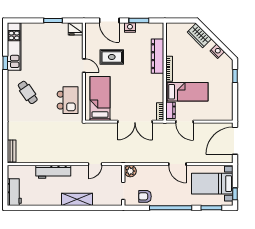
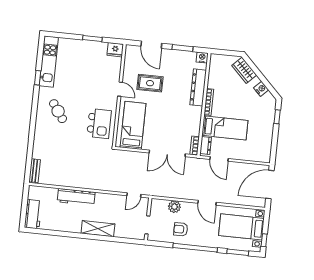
nightstand: (130, 28) -> (202, 57), moved
door: (95, 164) -> (134, 195), moved
plant: (130, 171) -> (174, 207), moved
armchair: (145, 196) -> (181, 229), moved

